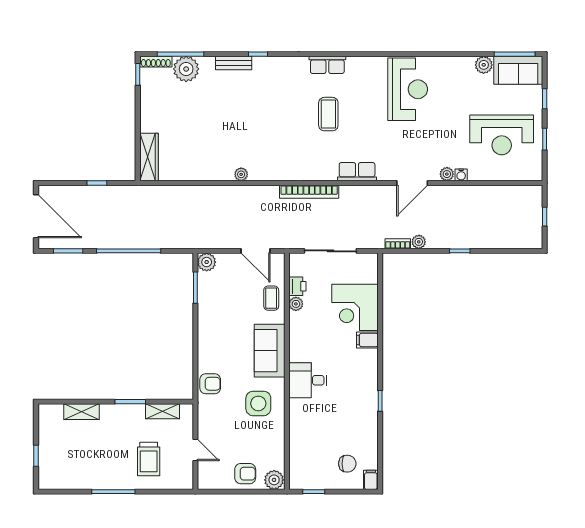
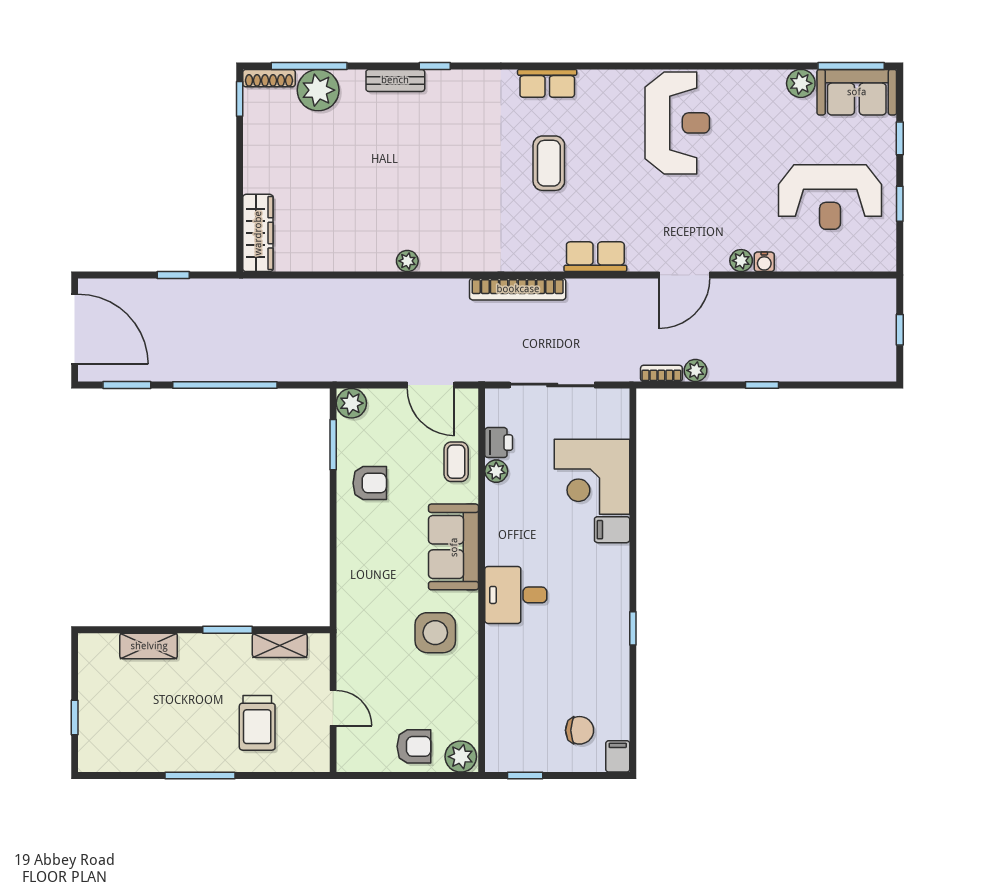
armchair: (210, 384) -> (370, 483), moved

